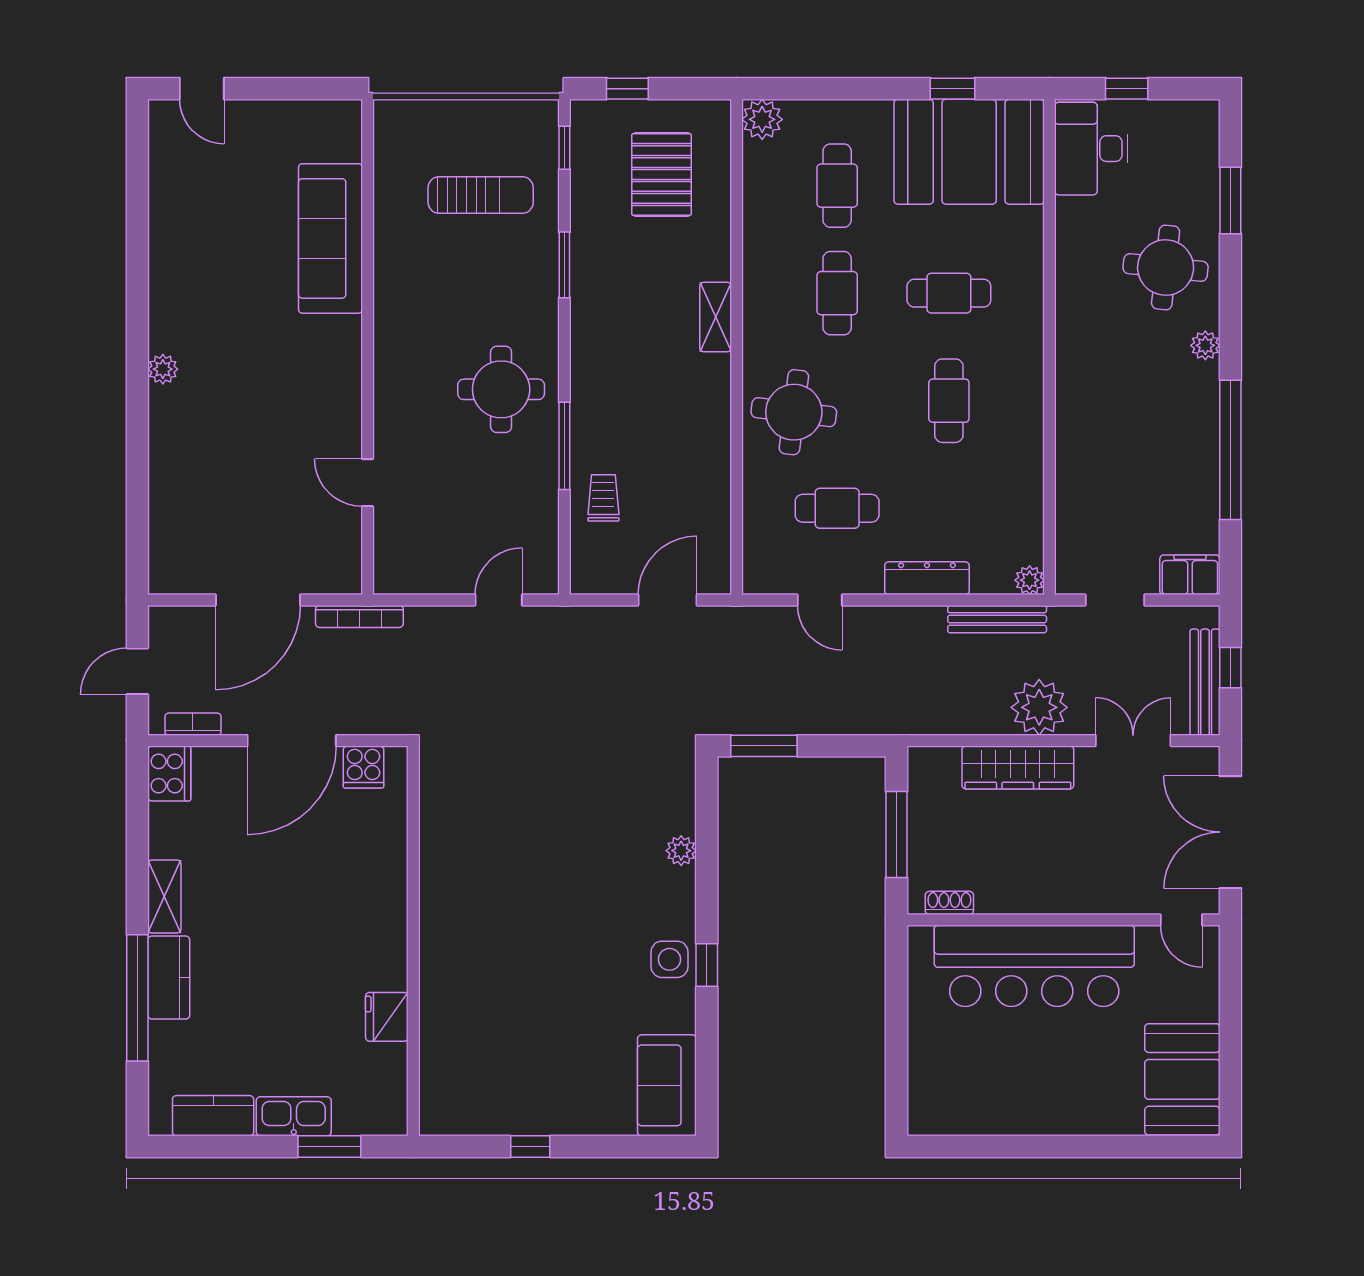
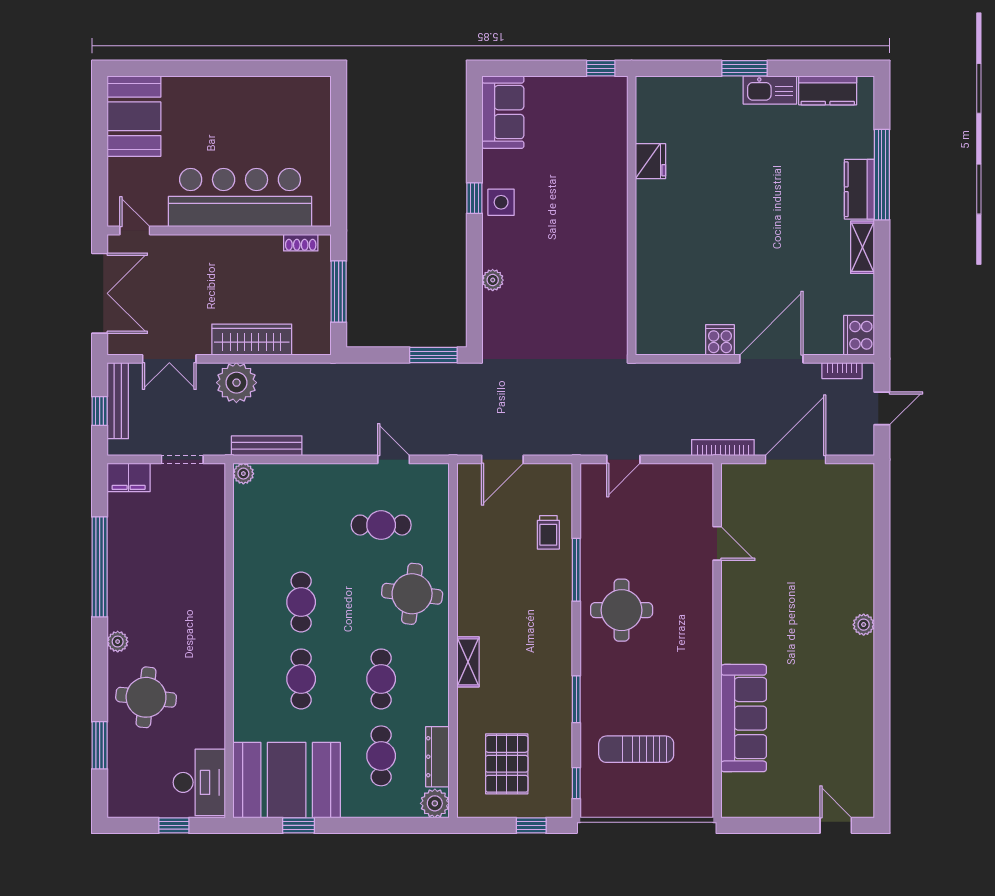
cafe table: (949, 293) -> (301, 679), turned 90
dresser: (927, 578) -> (437, 757), moved, turned 90
wall: (413, 941) -> (632, 215), moved
fridge: (387, 1017) -> (650, 161), moved

